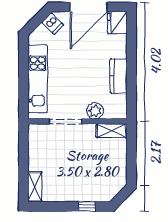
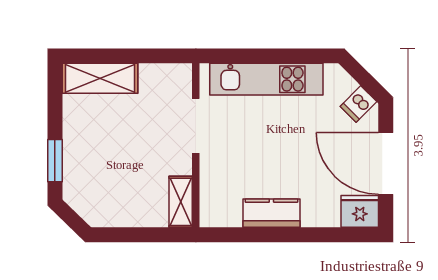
plant: (95, 111) -> (213, 175), removed
shelving: (35, 187) -> (100, 78), width x1.50, depth x1.33
window: (87, 206) -> (55, 161), width x1.50

